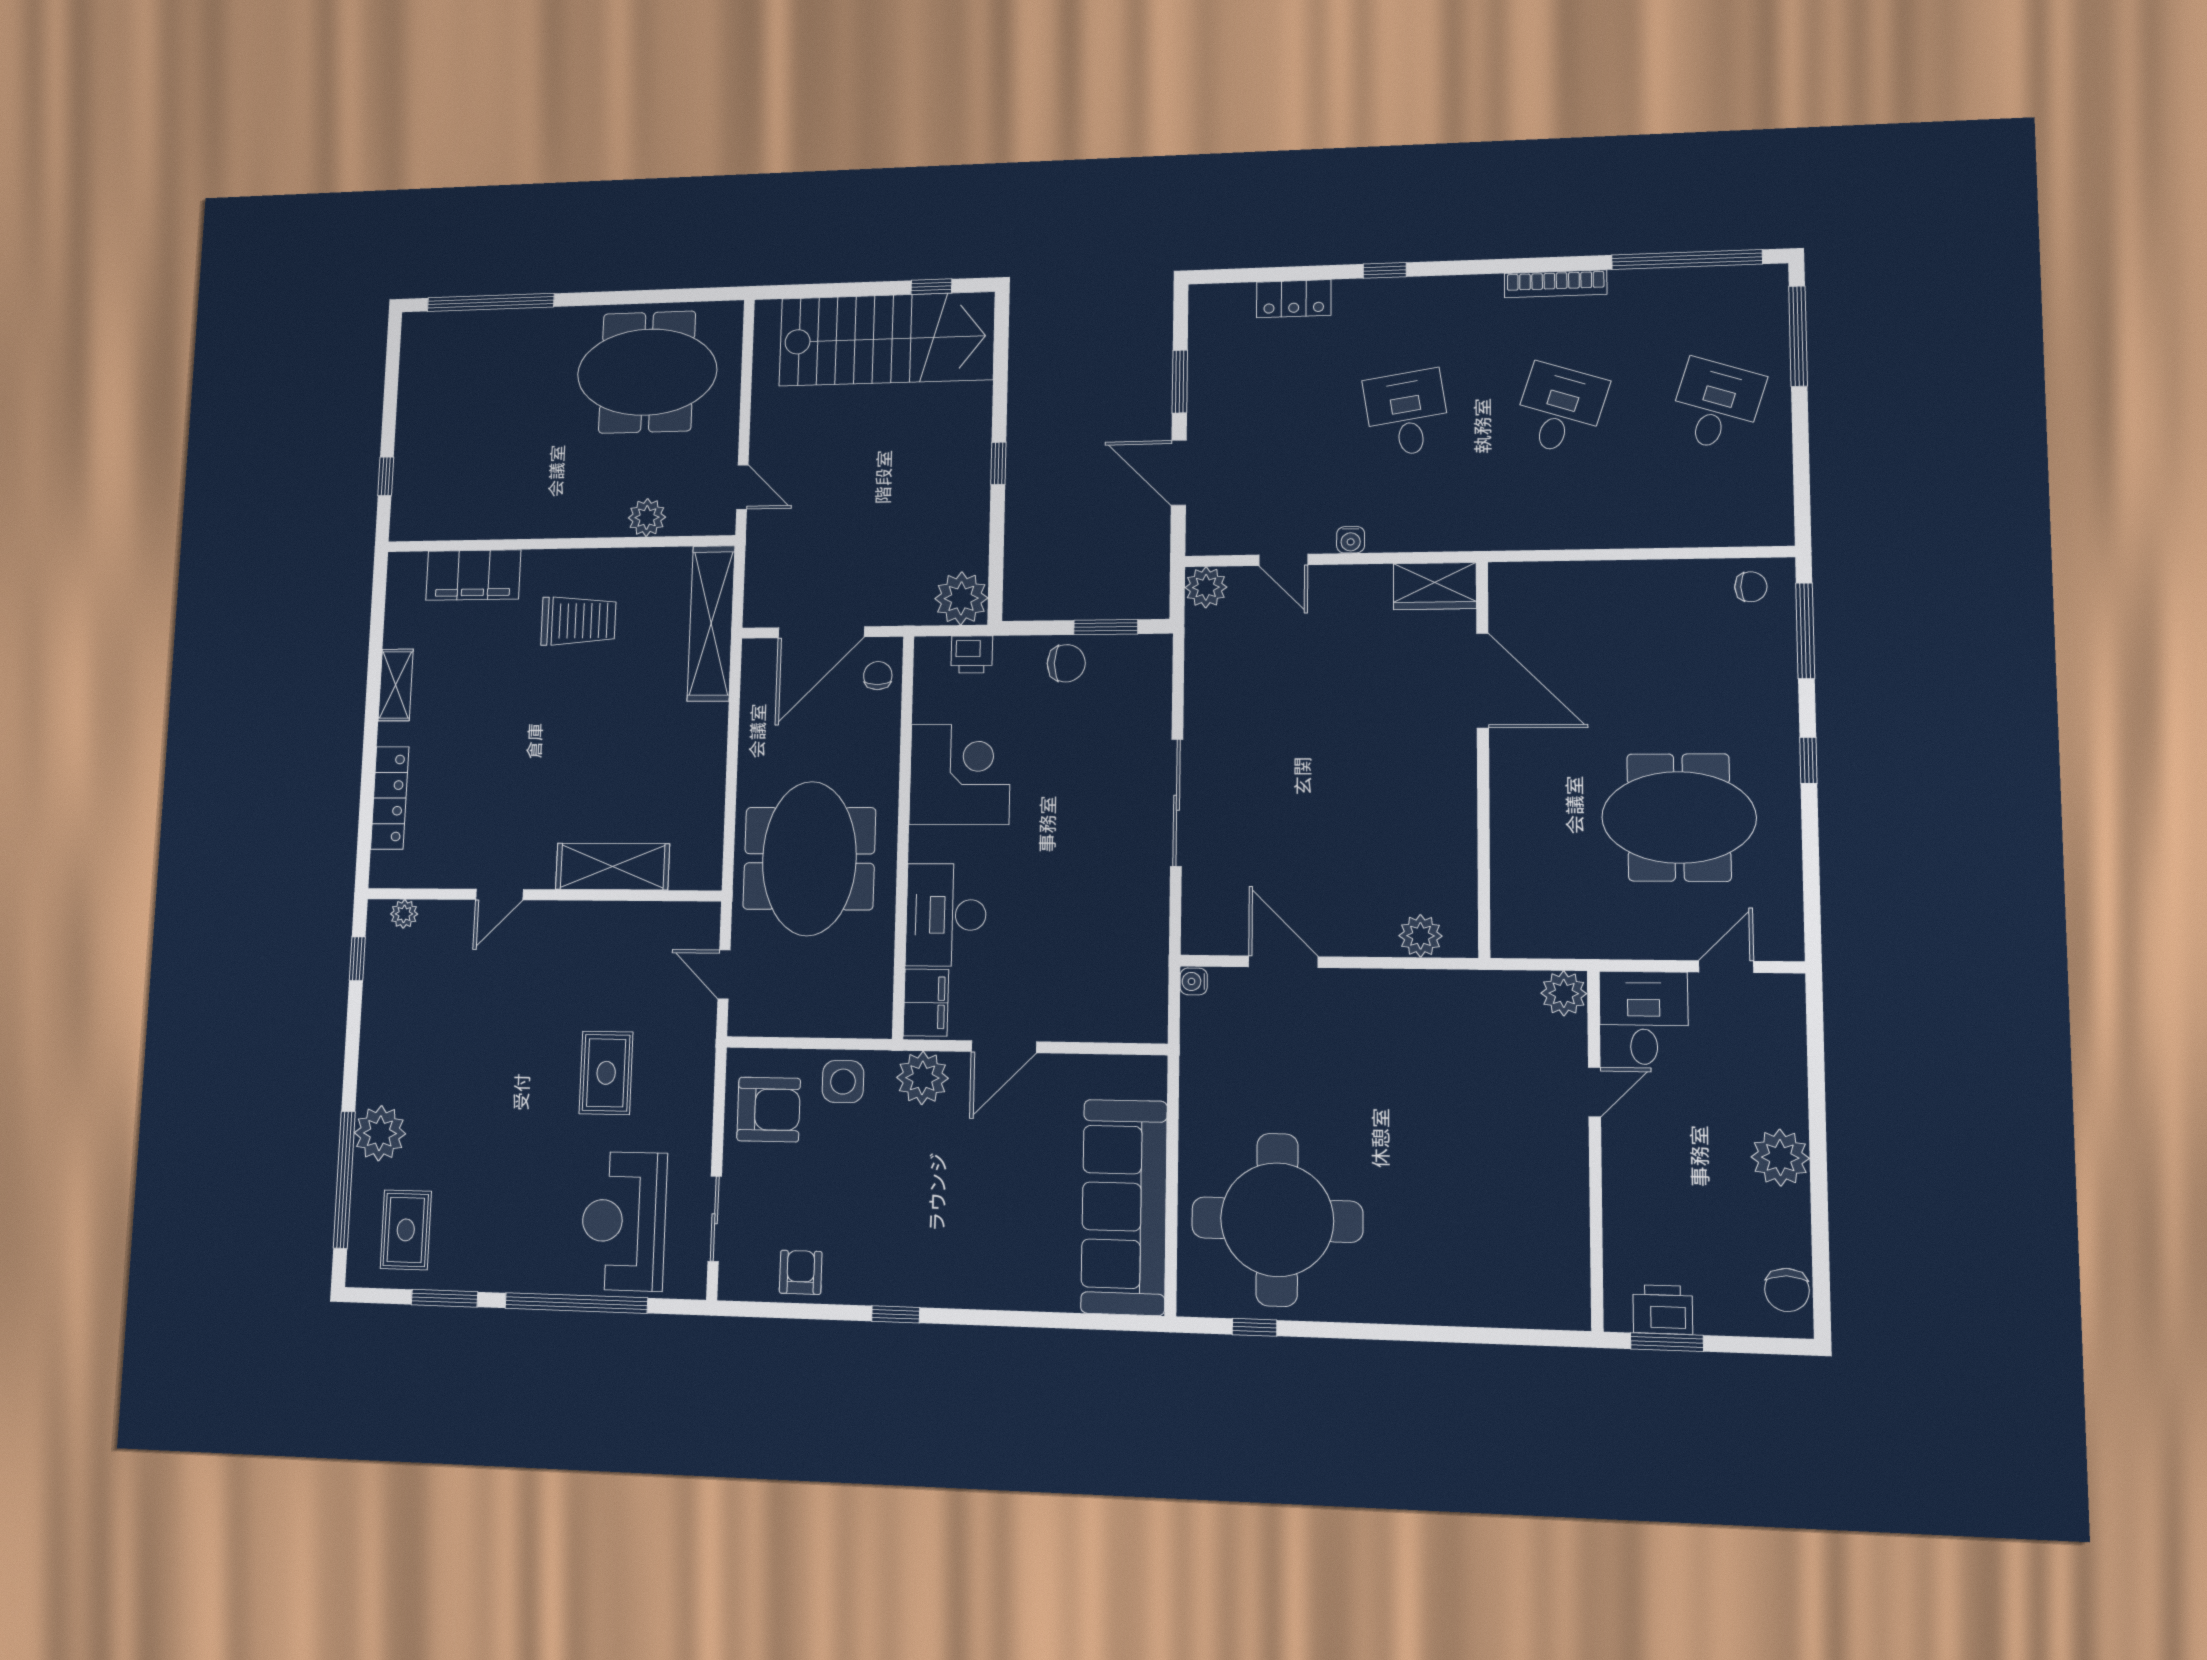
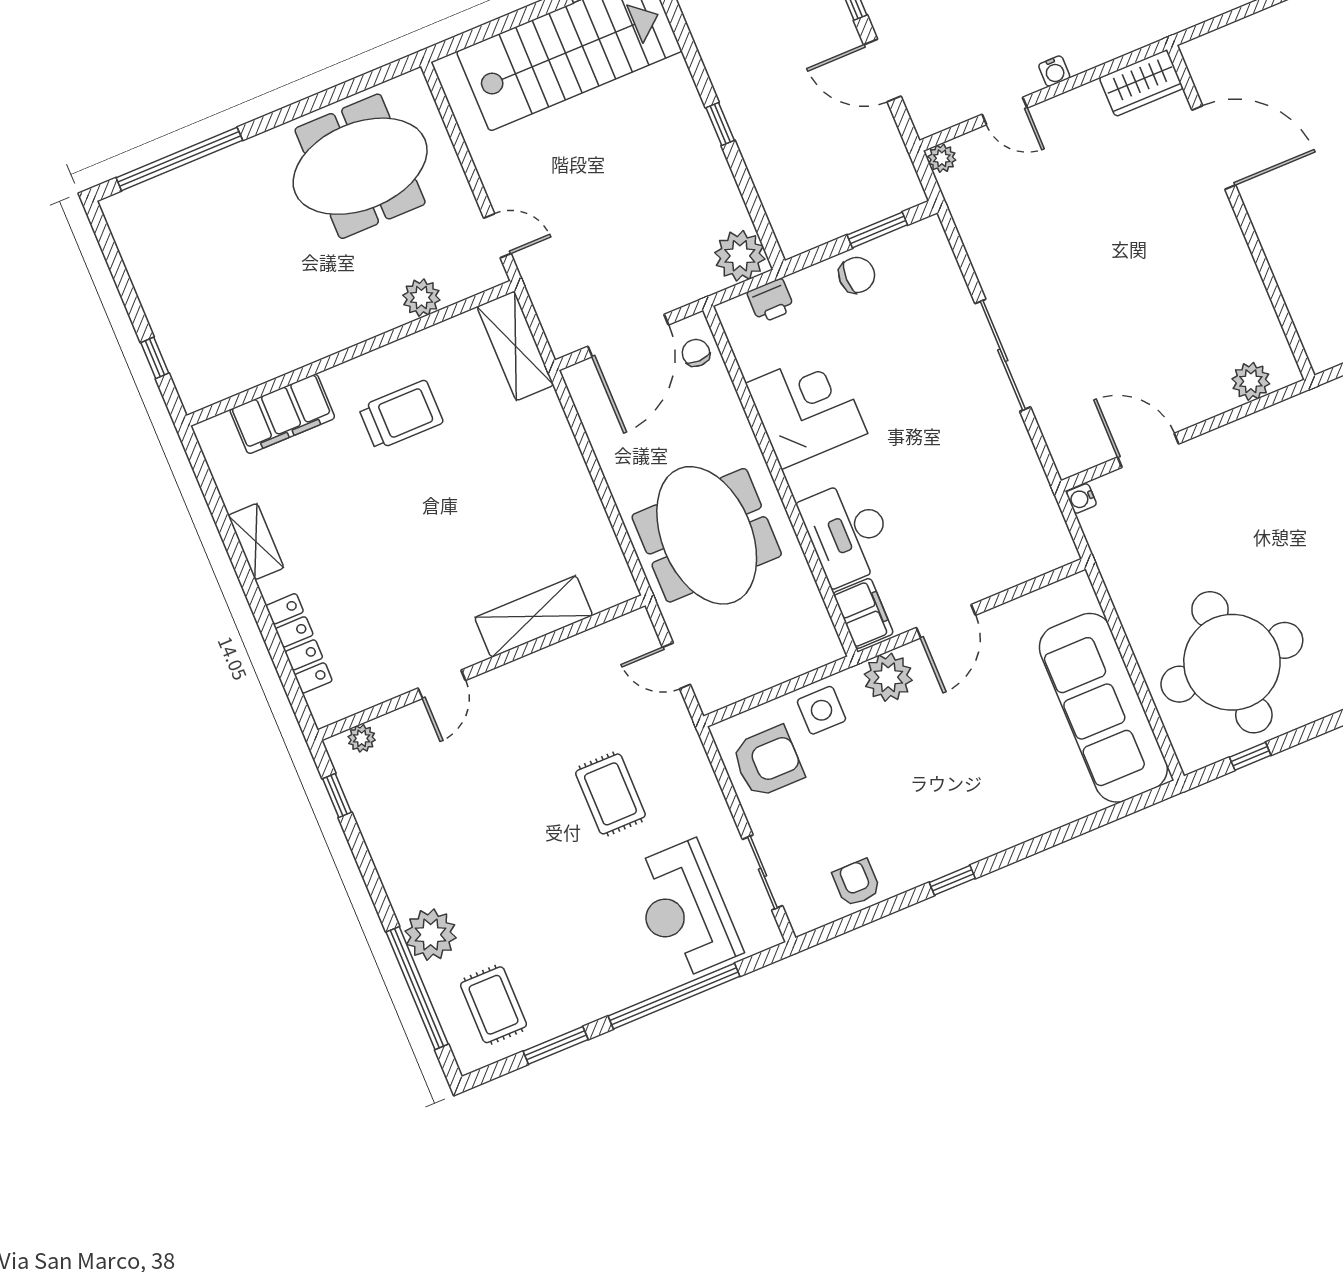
plant: (1206, 587) -> (942, 158), width x0.73, depth x0.73
shelving: (711, 623) -> (515, 346), width x0.68

